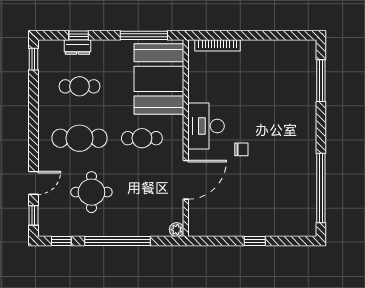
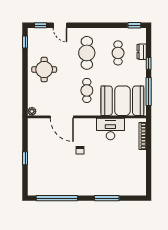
window: (79, 35) -> (149, 63), moved
window: (321, 81) -> (107, 198), moved
desk: (206, 126) -> (110, 129), moved
round table: (91, 192) -> (44, 69), moved
window: (118, 241) -> (25, 76), removed

